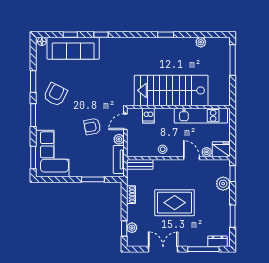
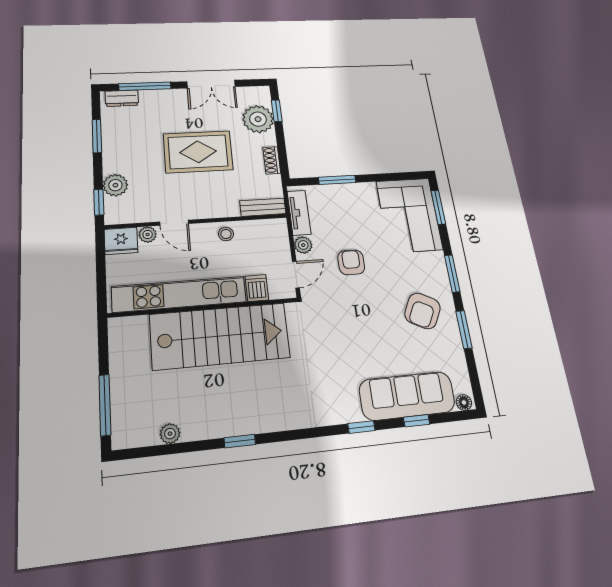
kitchen unit: (201, 116) -> (179, 294), width x1.36
armchair: (92, 127) -> (351, 262), turned -79
plant: (132, 228) -> (258, 119), width x1.88, depth x1.88

